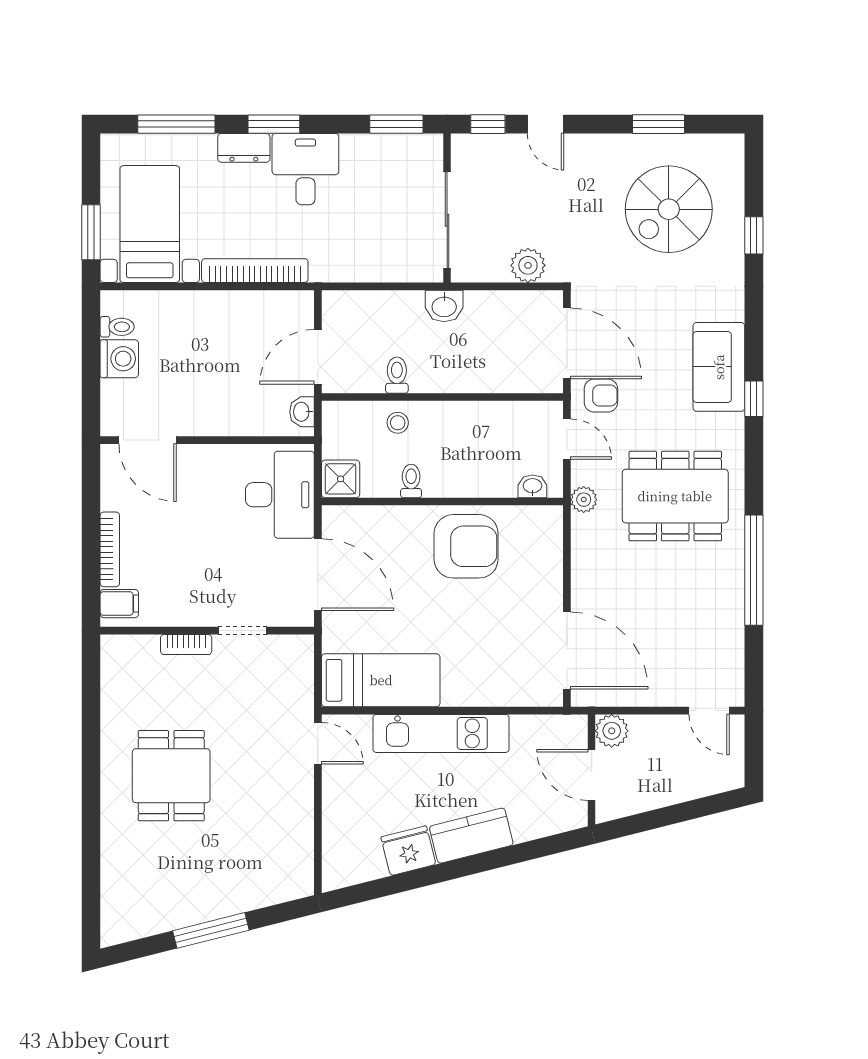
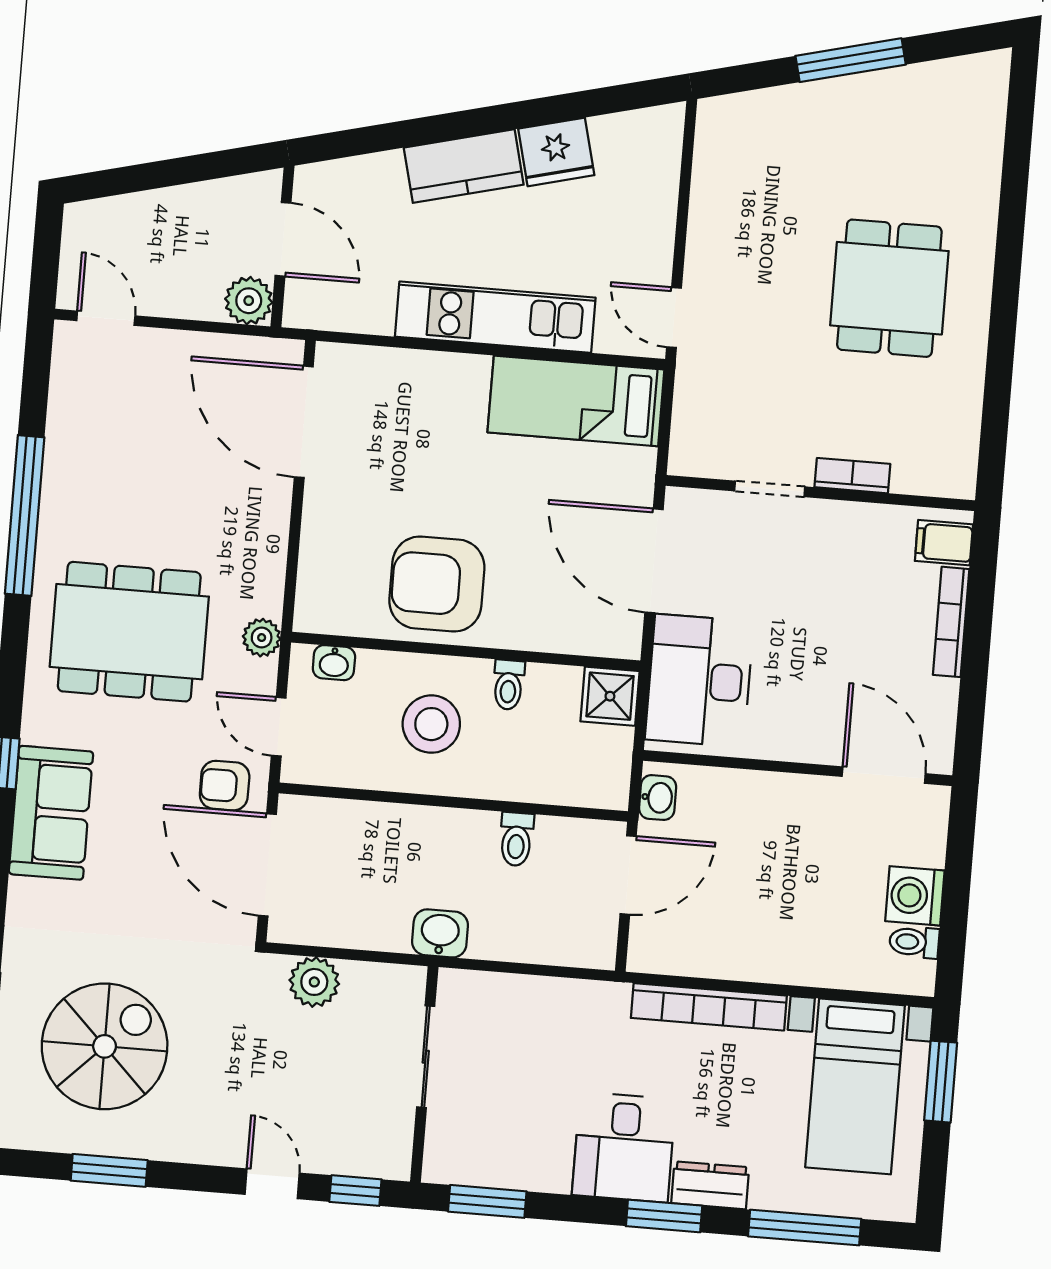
sliding door: (447, 220) -> (426, 1057), width x0.73
stool: (398, 423) -> (431, 724), moved, width x1.89, depth x1.89

